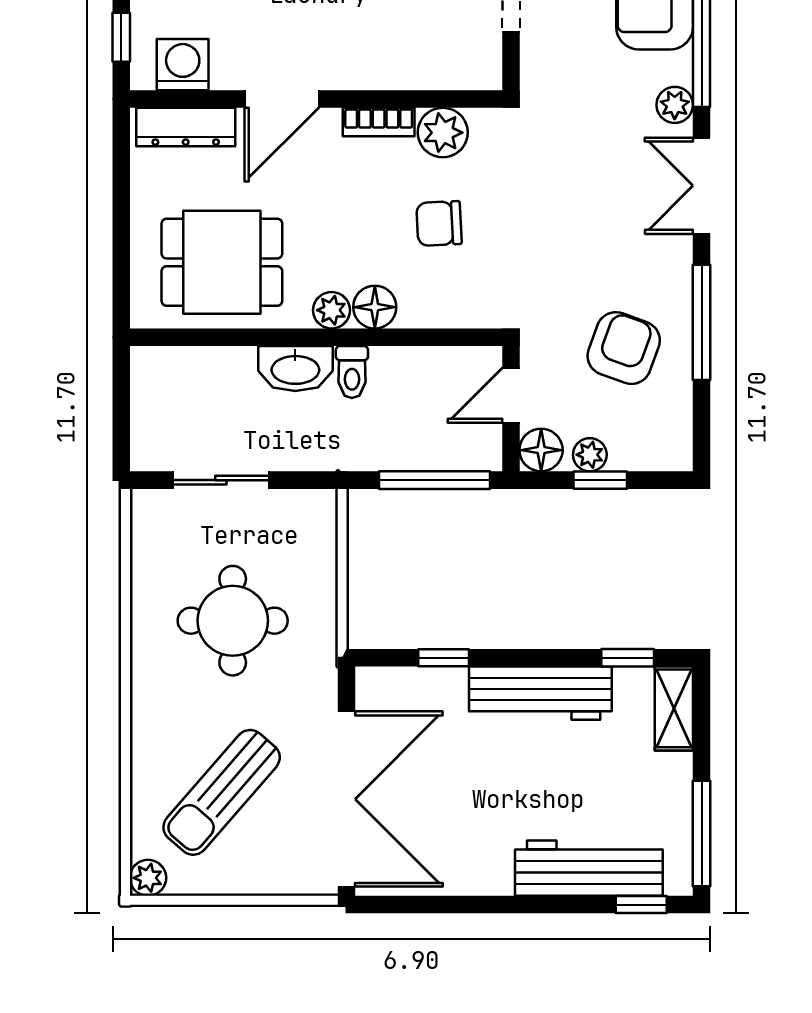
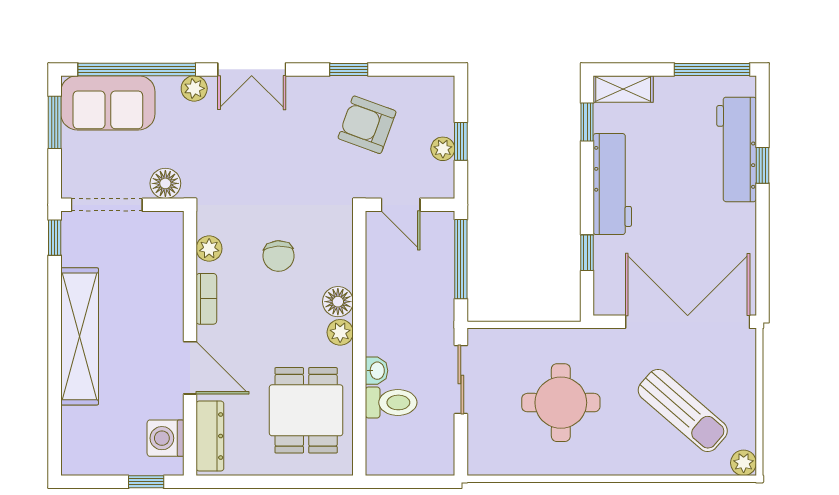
plant: (443, 133) -> (209, 249), width x0.73, depth x0.73
window: (702, 322) -> (349, 69), width x0.46
washbasin: (295, 369) -> (377, 371), width x0.52, depth x0.69
toilet: (352, 372) -> (391, 402), moved, width x1.37, depth x1.39
floor lamp: (541, 450) -> (165, 183), moved
sliding door: (221, 480) -> (461, 380), moved
window: (641, 905) -> (762, 165), moved

